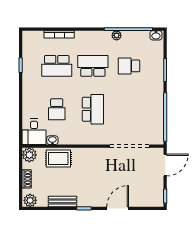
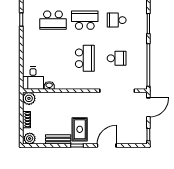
school desk: (57, 109) -> (117, 58), moved, turned -90
rug: (58, 158) -> (80, 129), moved, turned 90

